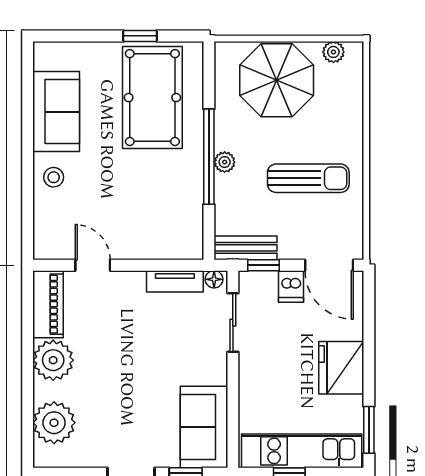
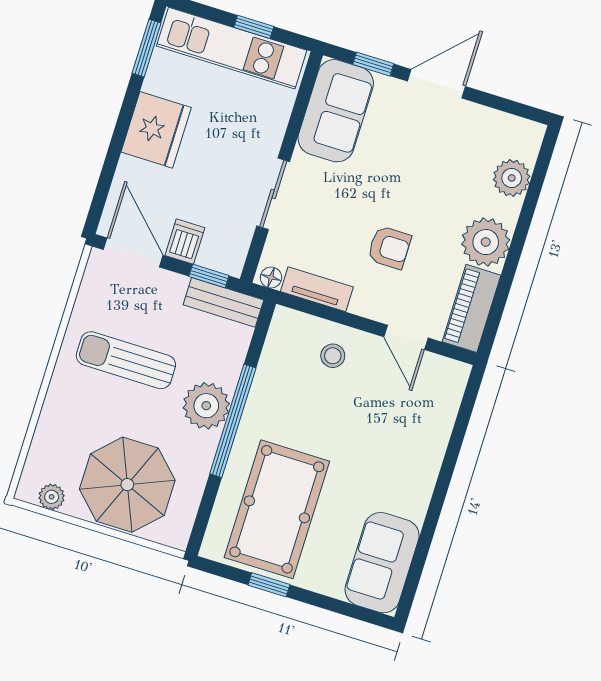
sofa: (56, 112) -> (382, 563), moved
plant: (225, 162) -> (206, 406), width x1.88, depth x1.88
stool: (54, 177) -> (333, 356), moved
sliding door: (233, 323) -> (273, 194), moved
armchair: (128, 332) -> (389, 247), added
plant: (54, 423) -> (512, 178), width x0.73, depth x0.73

